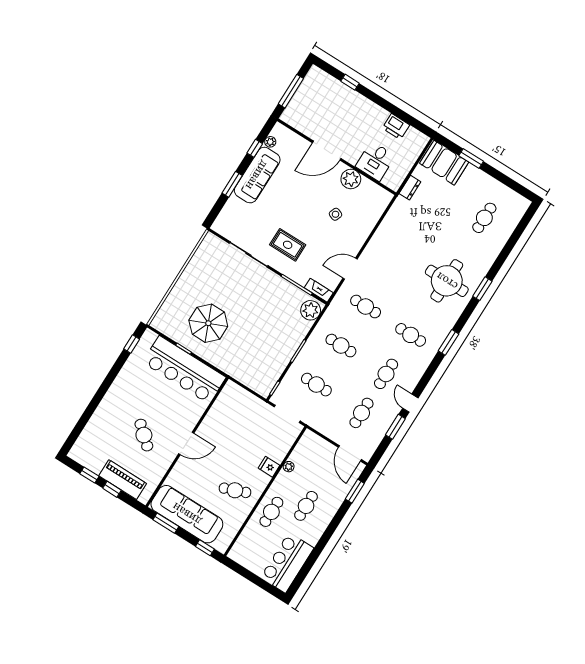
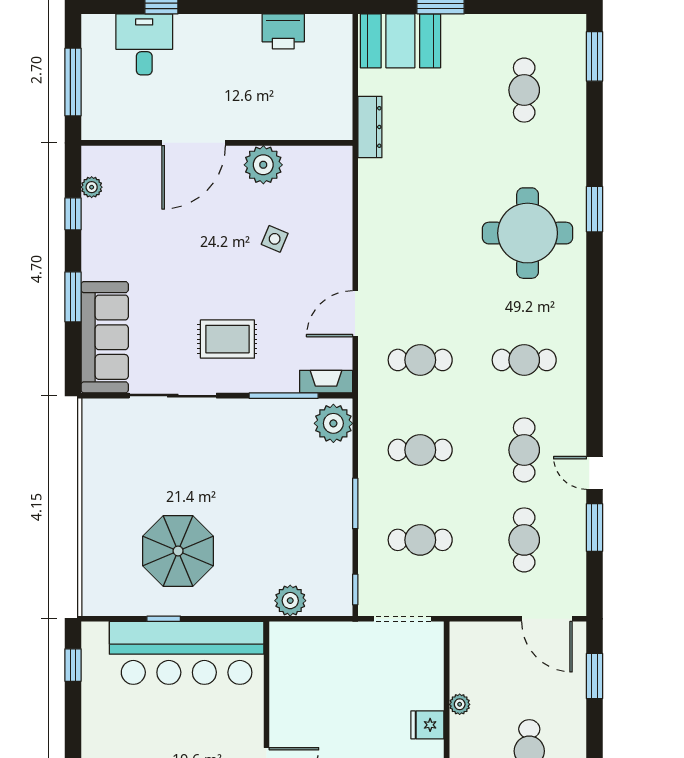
desk: (375, 161) -> (144, 44), moved, turned 180
sofa: (257, 175) -> (105, 337), moved
dresser: (410, 188) -> (370, 127), width x1.44
window: (448, 342) -> (594, 56), moved
plant: (243, 375) -> (290, 601), added

